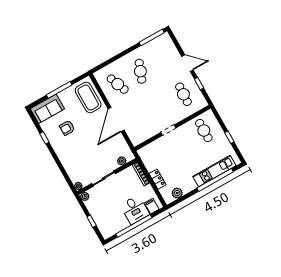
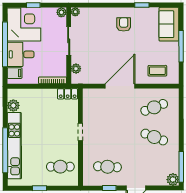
plant: (165, 39) -> (173, 179), added
coffee table: (88, 97) -> (157, 71), width x0.54, depth x0.58
door: (116, 120) -> (120, 86), hinge flipped
armchair: (67, 128) -> (124, 24), moved
kitchen unit: (214, 171) -> (14, 146), width x1.36
locker: (158, 179) -> (68, 94), moved
corner desk: (110, 220) -> (24, 24), added

